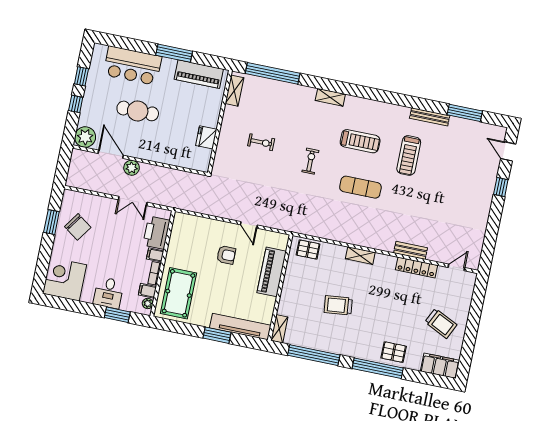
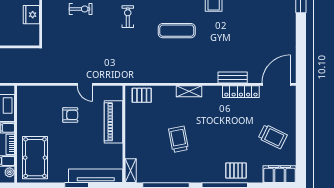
door: (456, 267) -> (276, 84), width x1.87
trolley: (338, 305) -> (179, 139), turned 85

